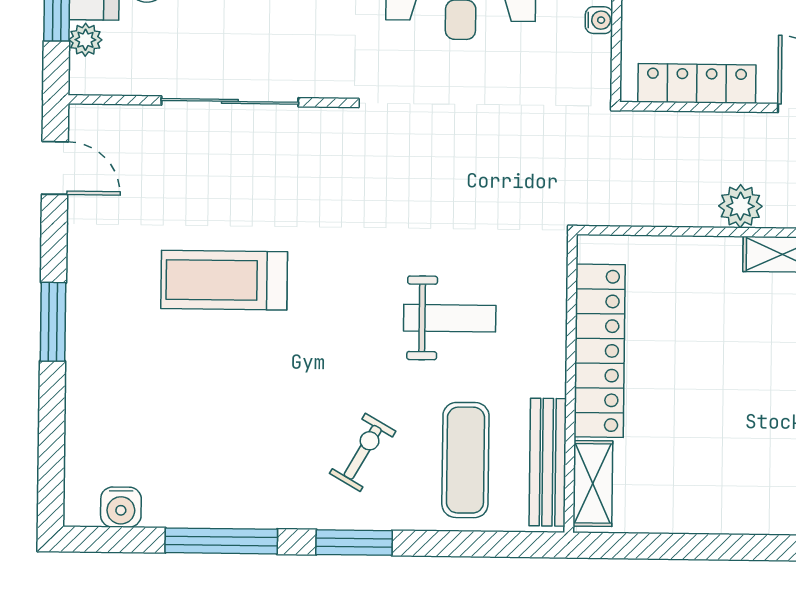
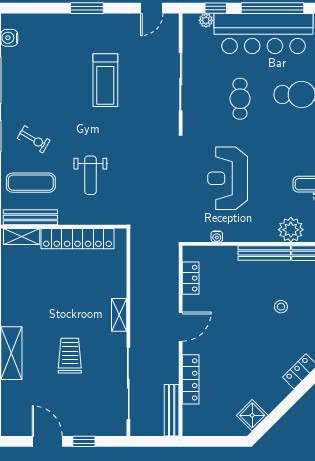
locker: (697, 83) -> (191, 278), width x0.66
plant: (740, 206) -> (139, 297), removed
treadmill: (224, 280) -> (105, 80), turned 180

